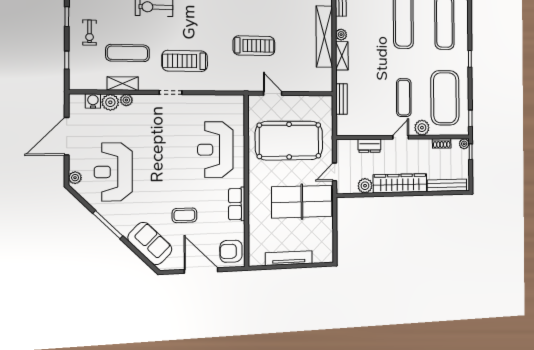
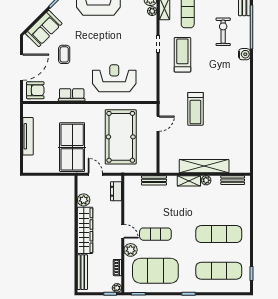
dresser: (369, 146) -> (116, 191), moved
armchair: (231, 251) -> (35, 90), turned 90

